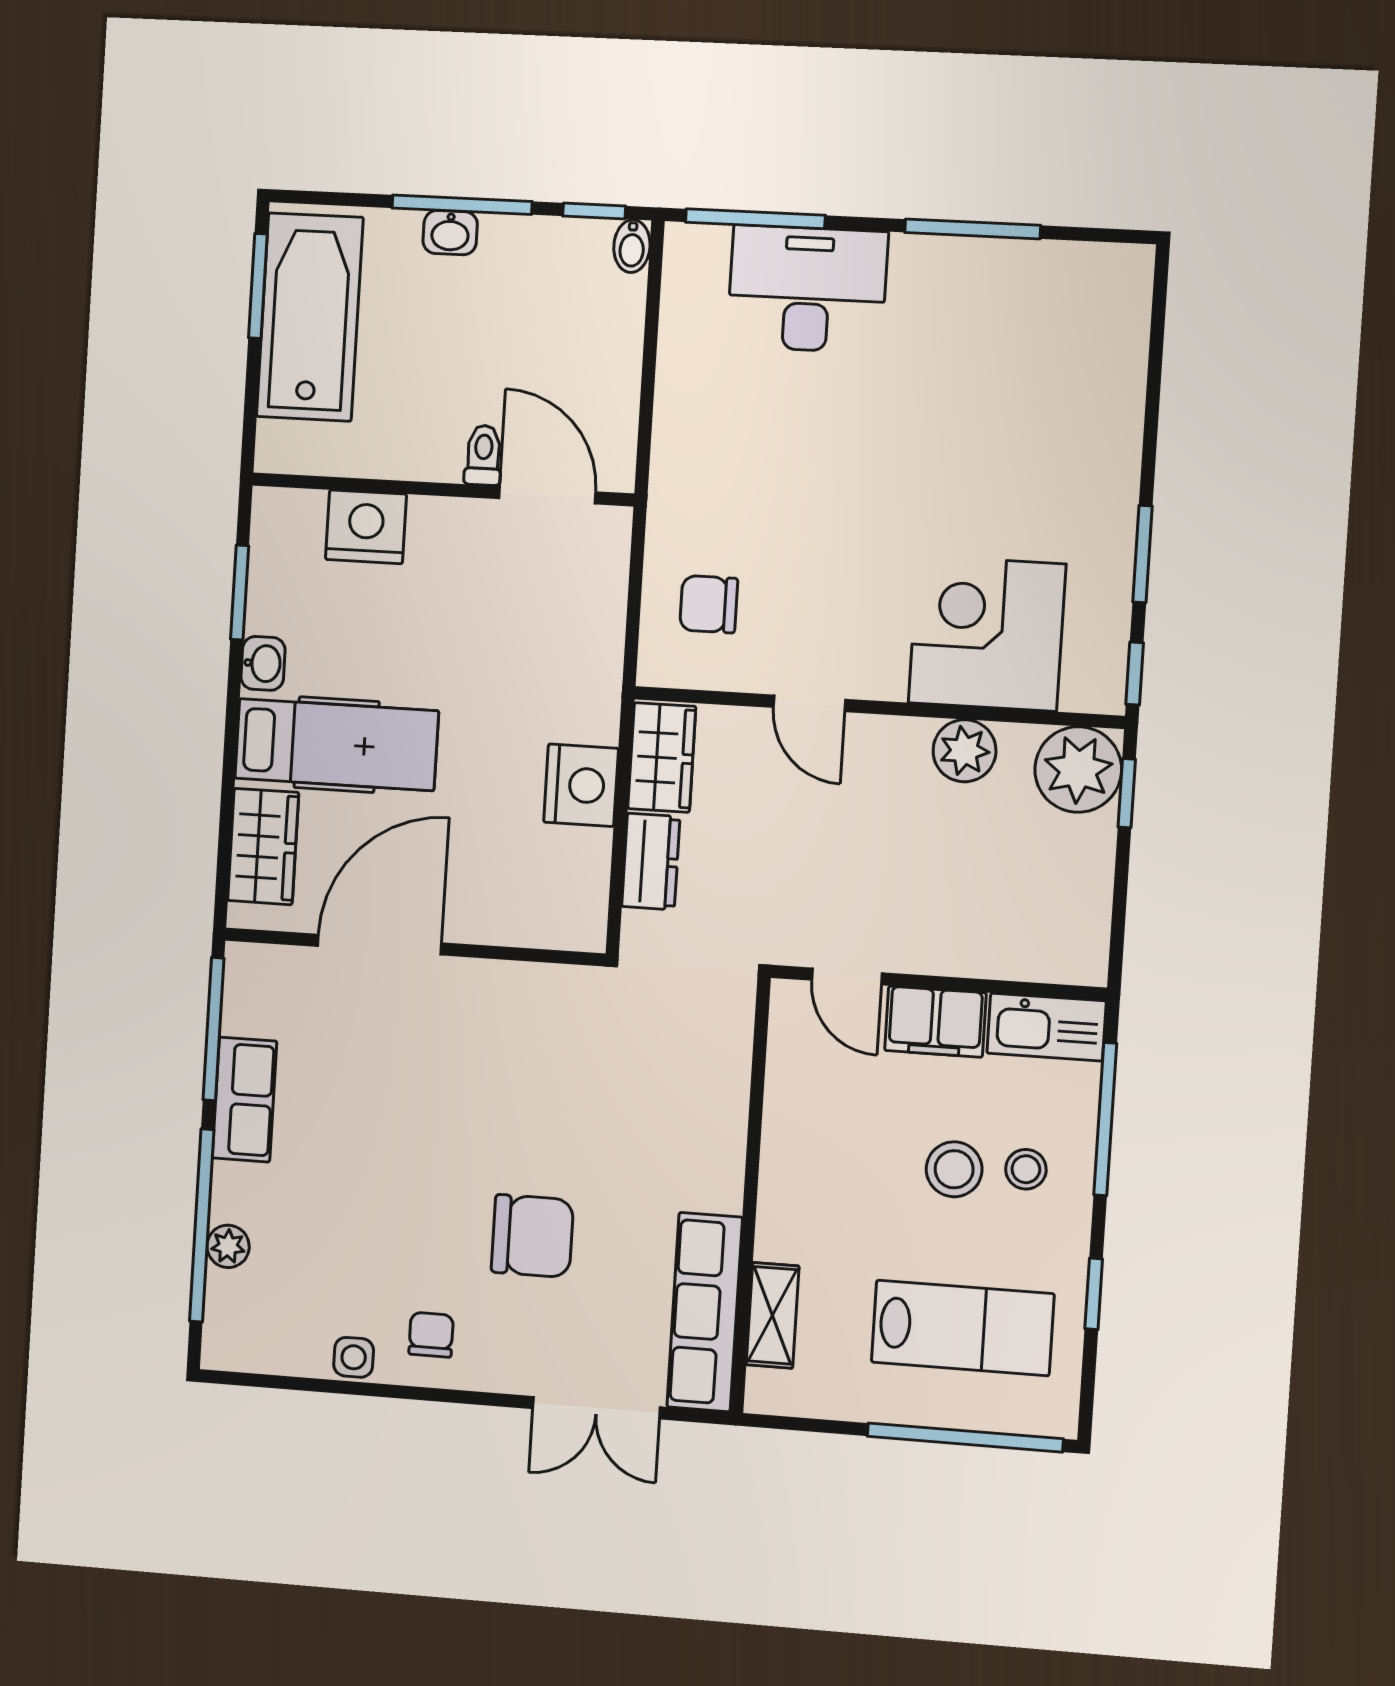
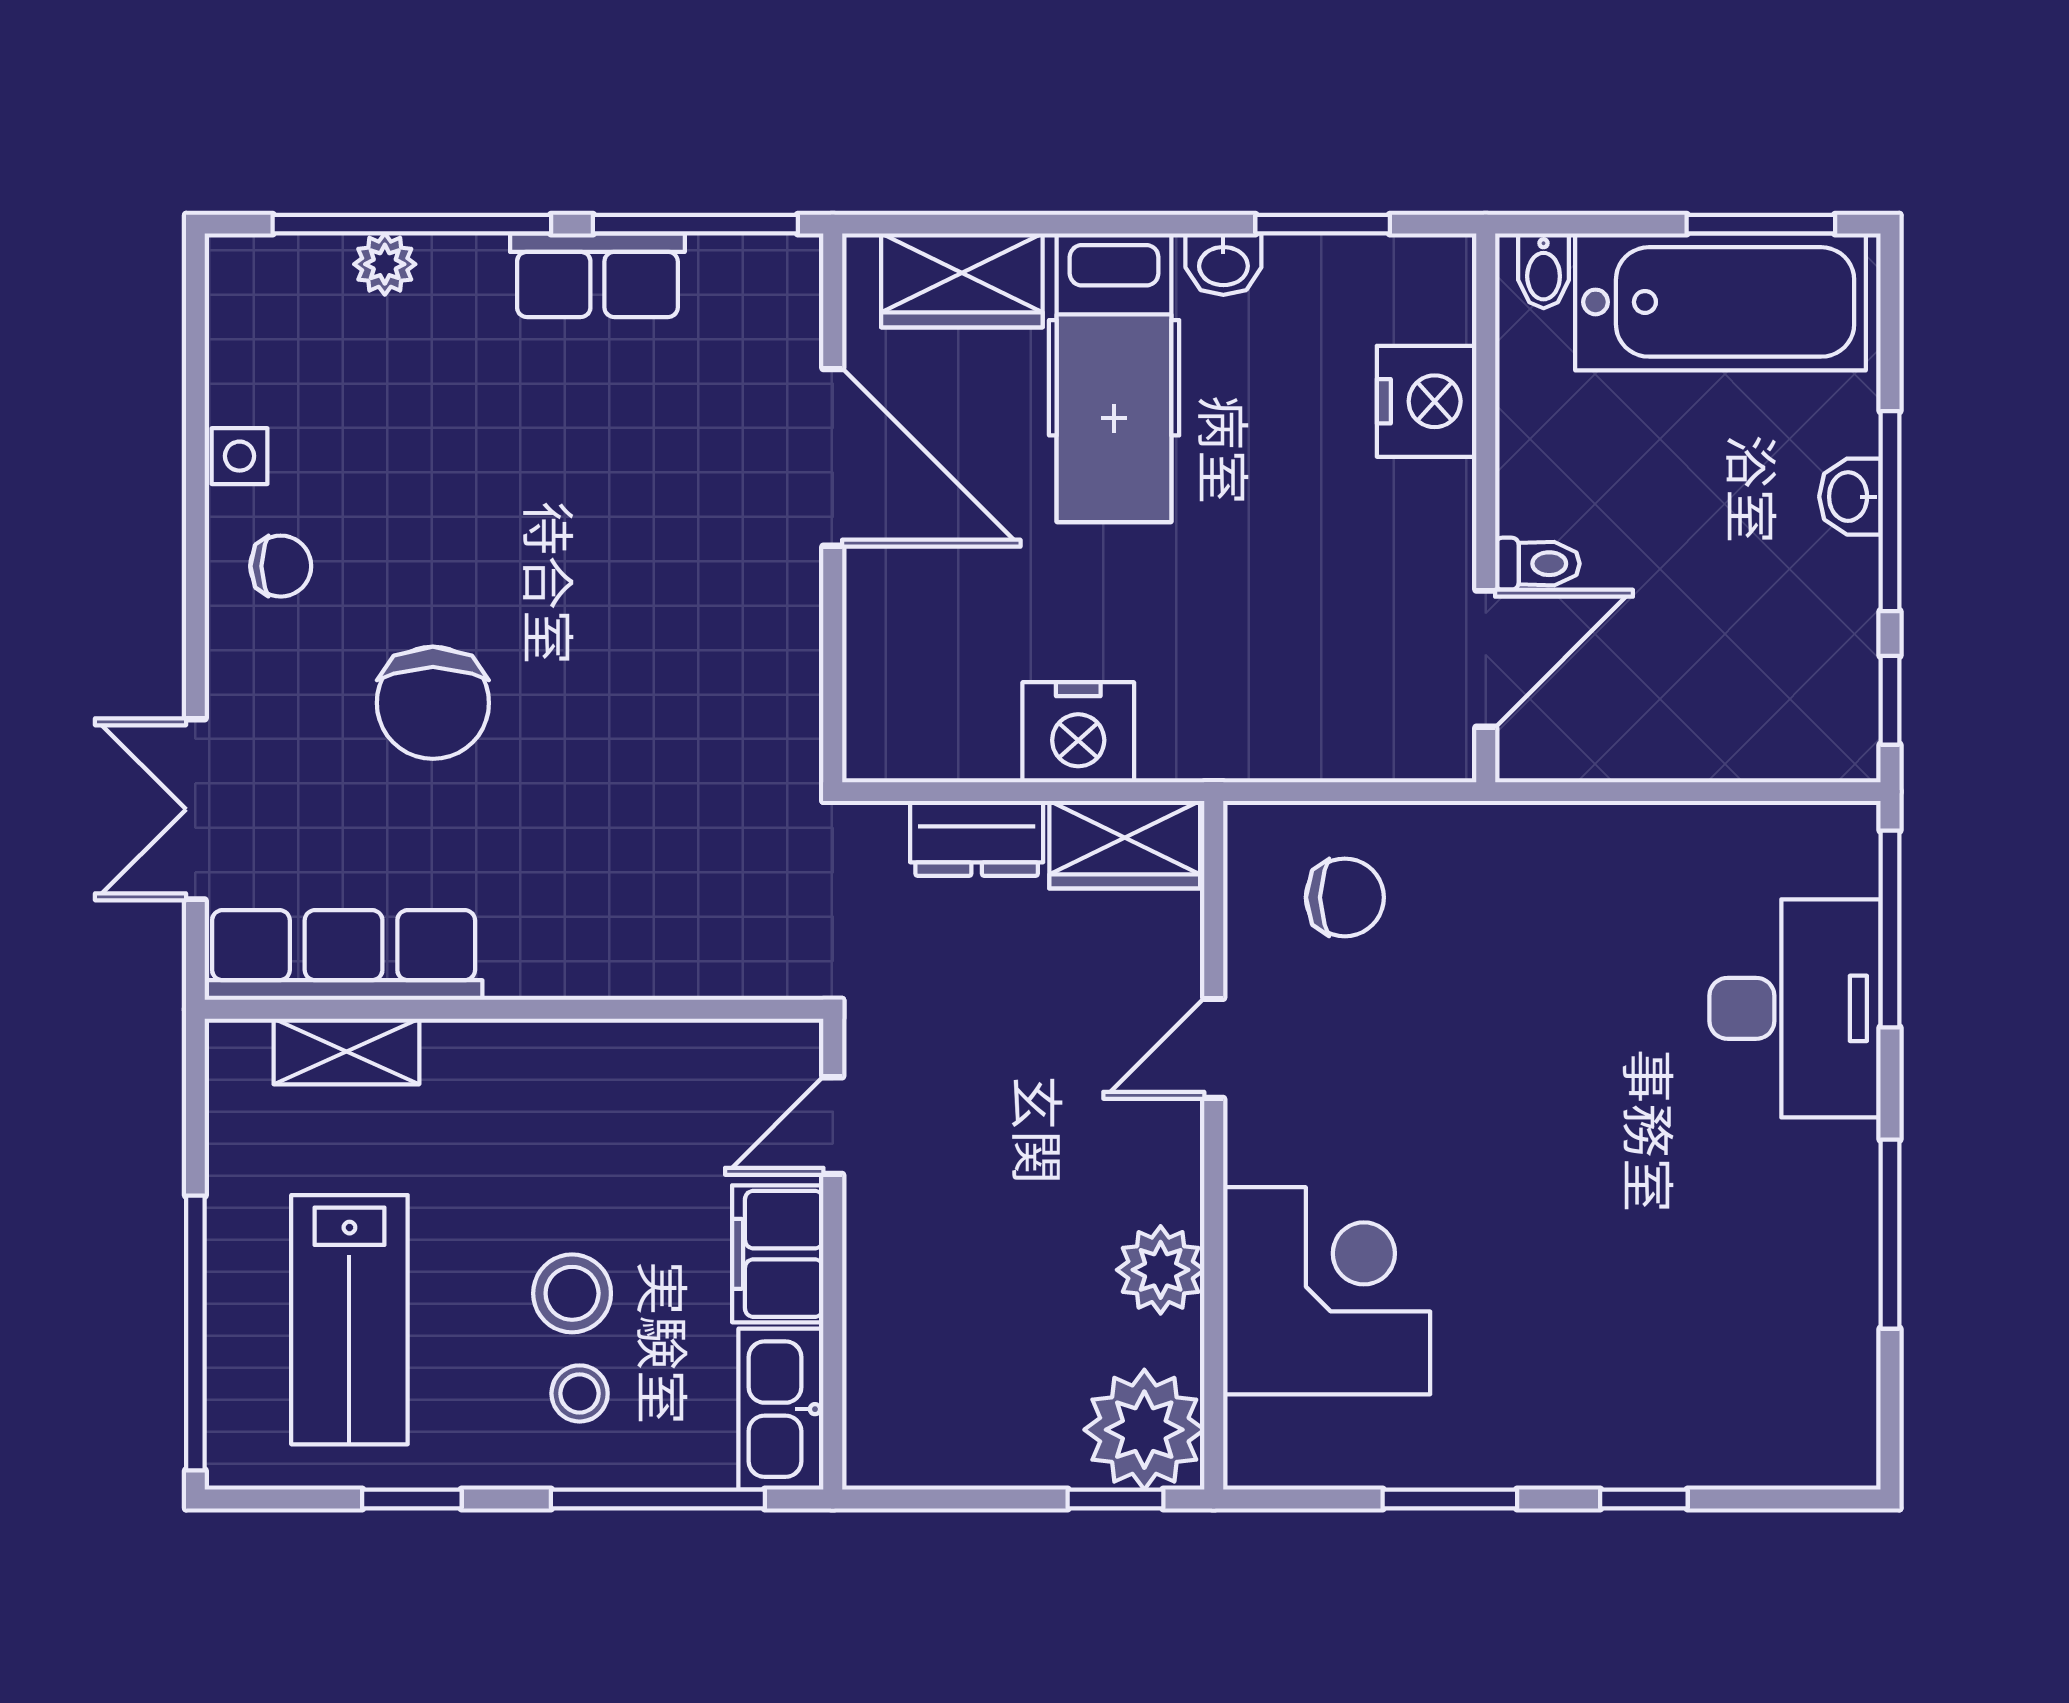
bidet: (632, 246) -> (1544, 271), moved, turned -90
chair: (709, 604) -> (1345, 897), turned 90
window: (1135, 674) -> (1644, 1499), moved

